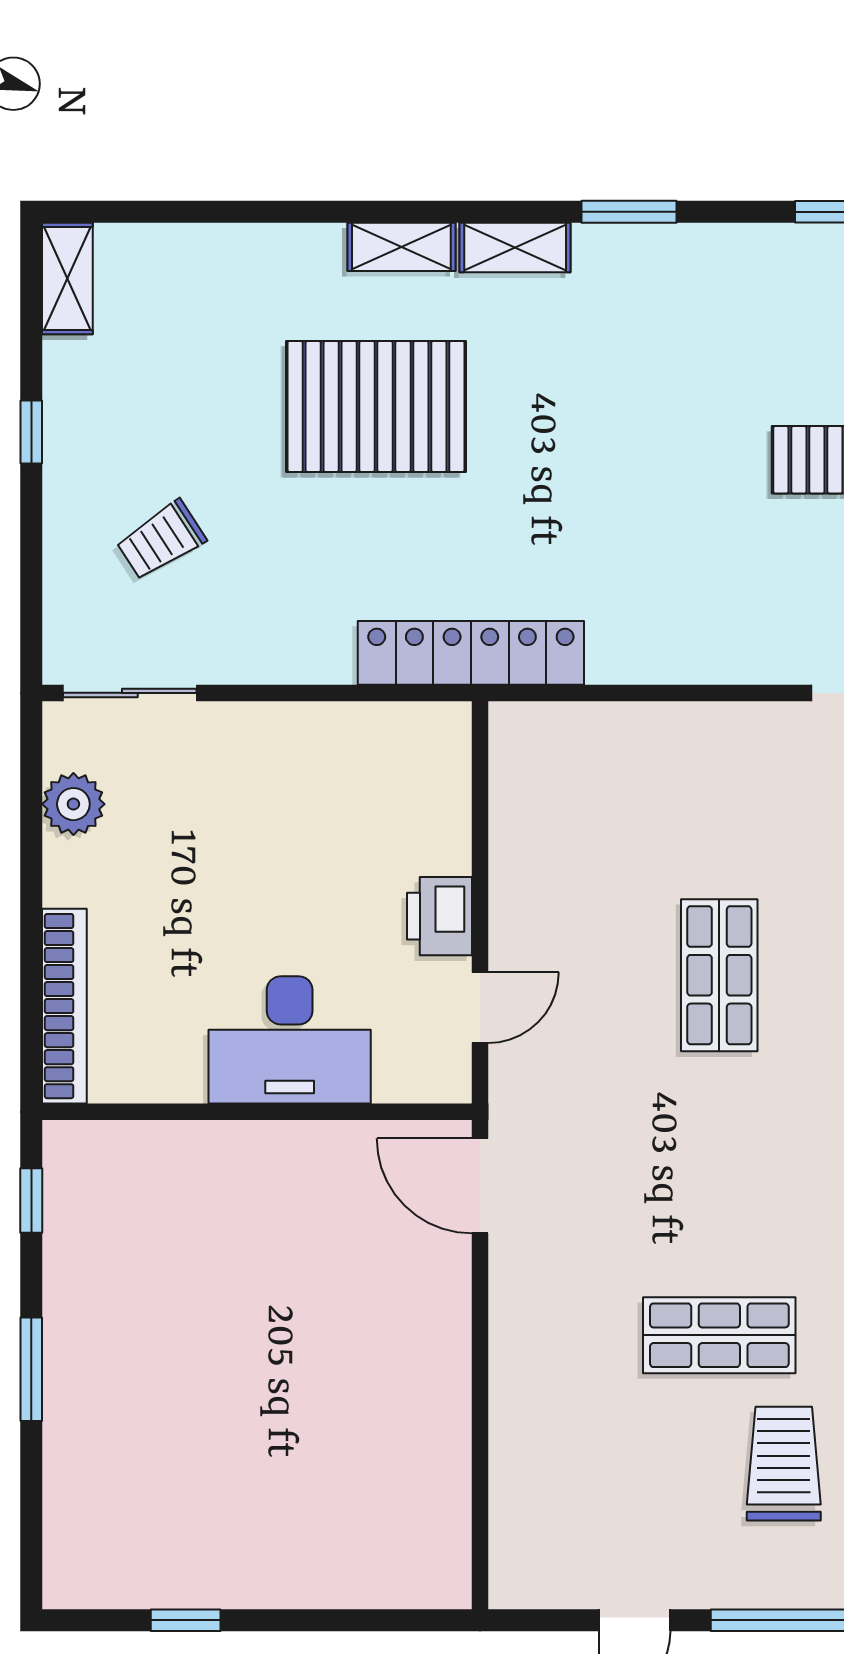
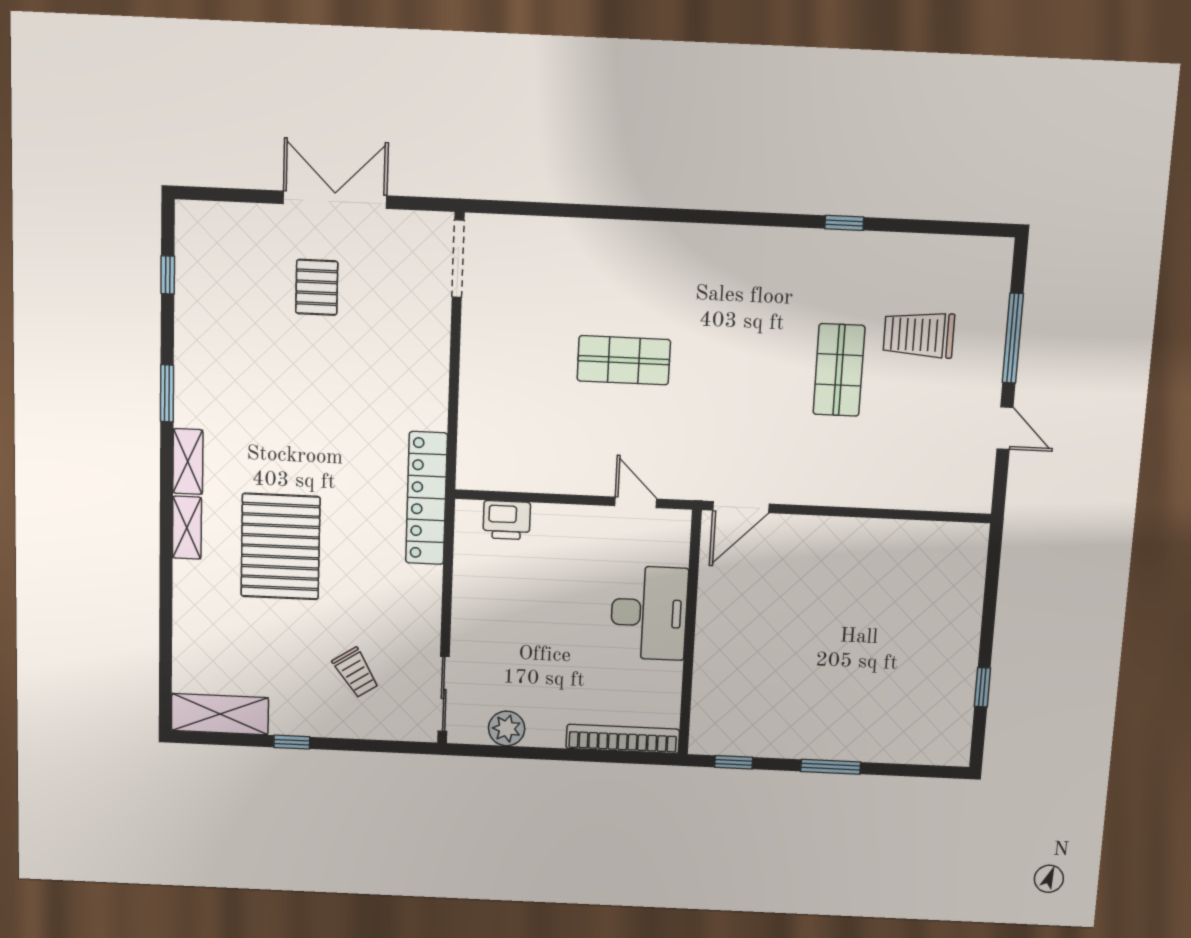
shelving: (67, 278) -> (220, 714), width x1.50, depth x1.33
printer: (439, 916) -> (507, 520), moved

